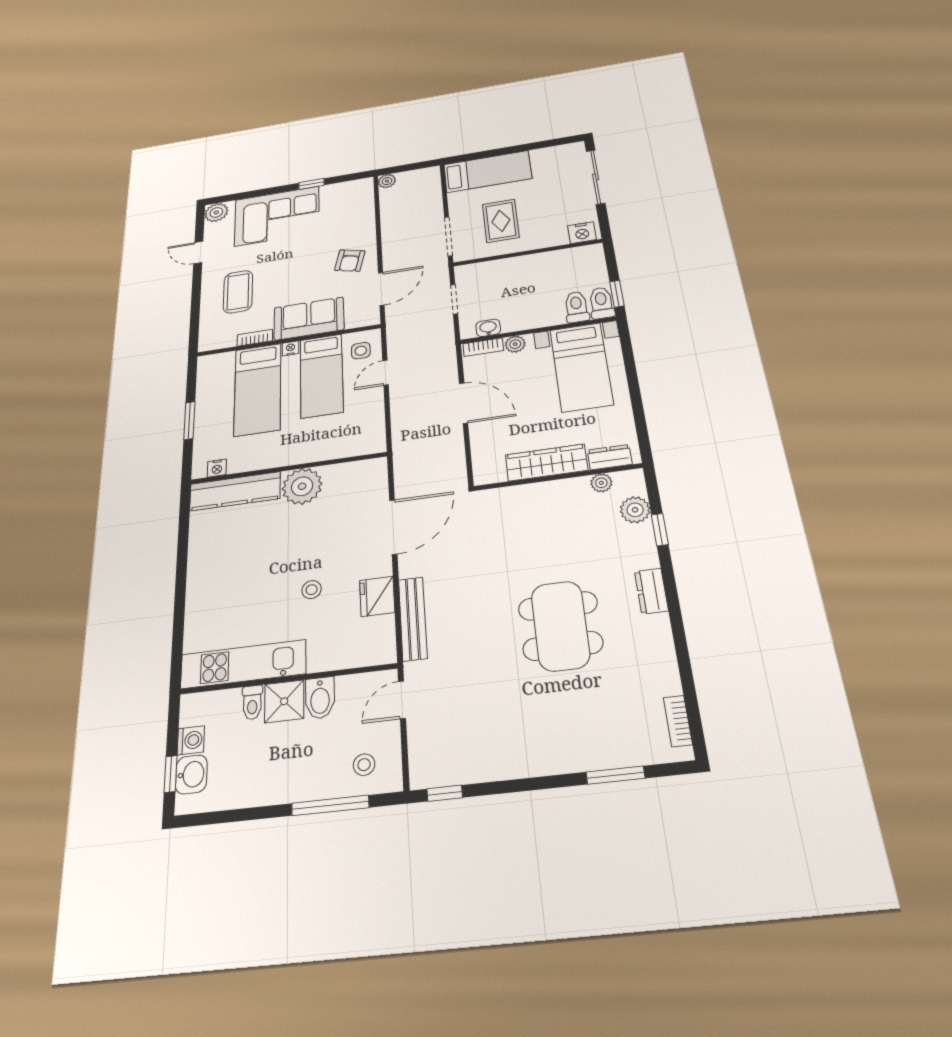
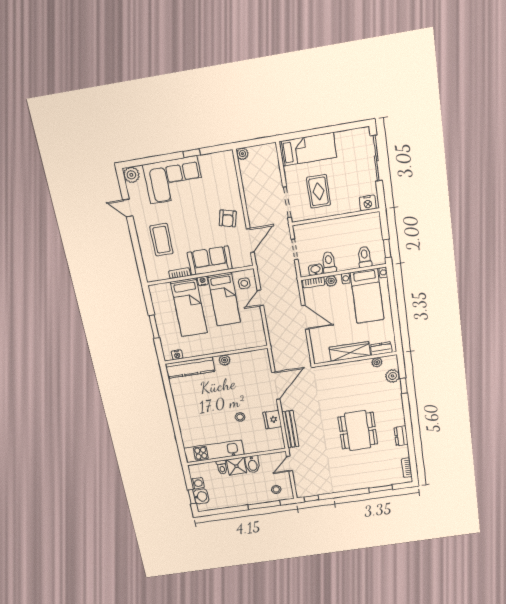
toilet: (601, 303) -> (329, 262), moved
plant: (302, 486) -> (225, 360), width x0.53, depth x0.53
dresser: (651, 591) -> (401, 436), moved

